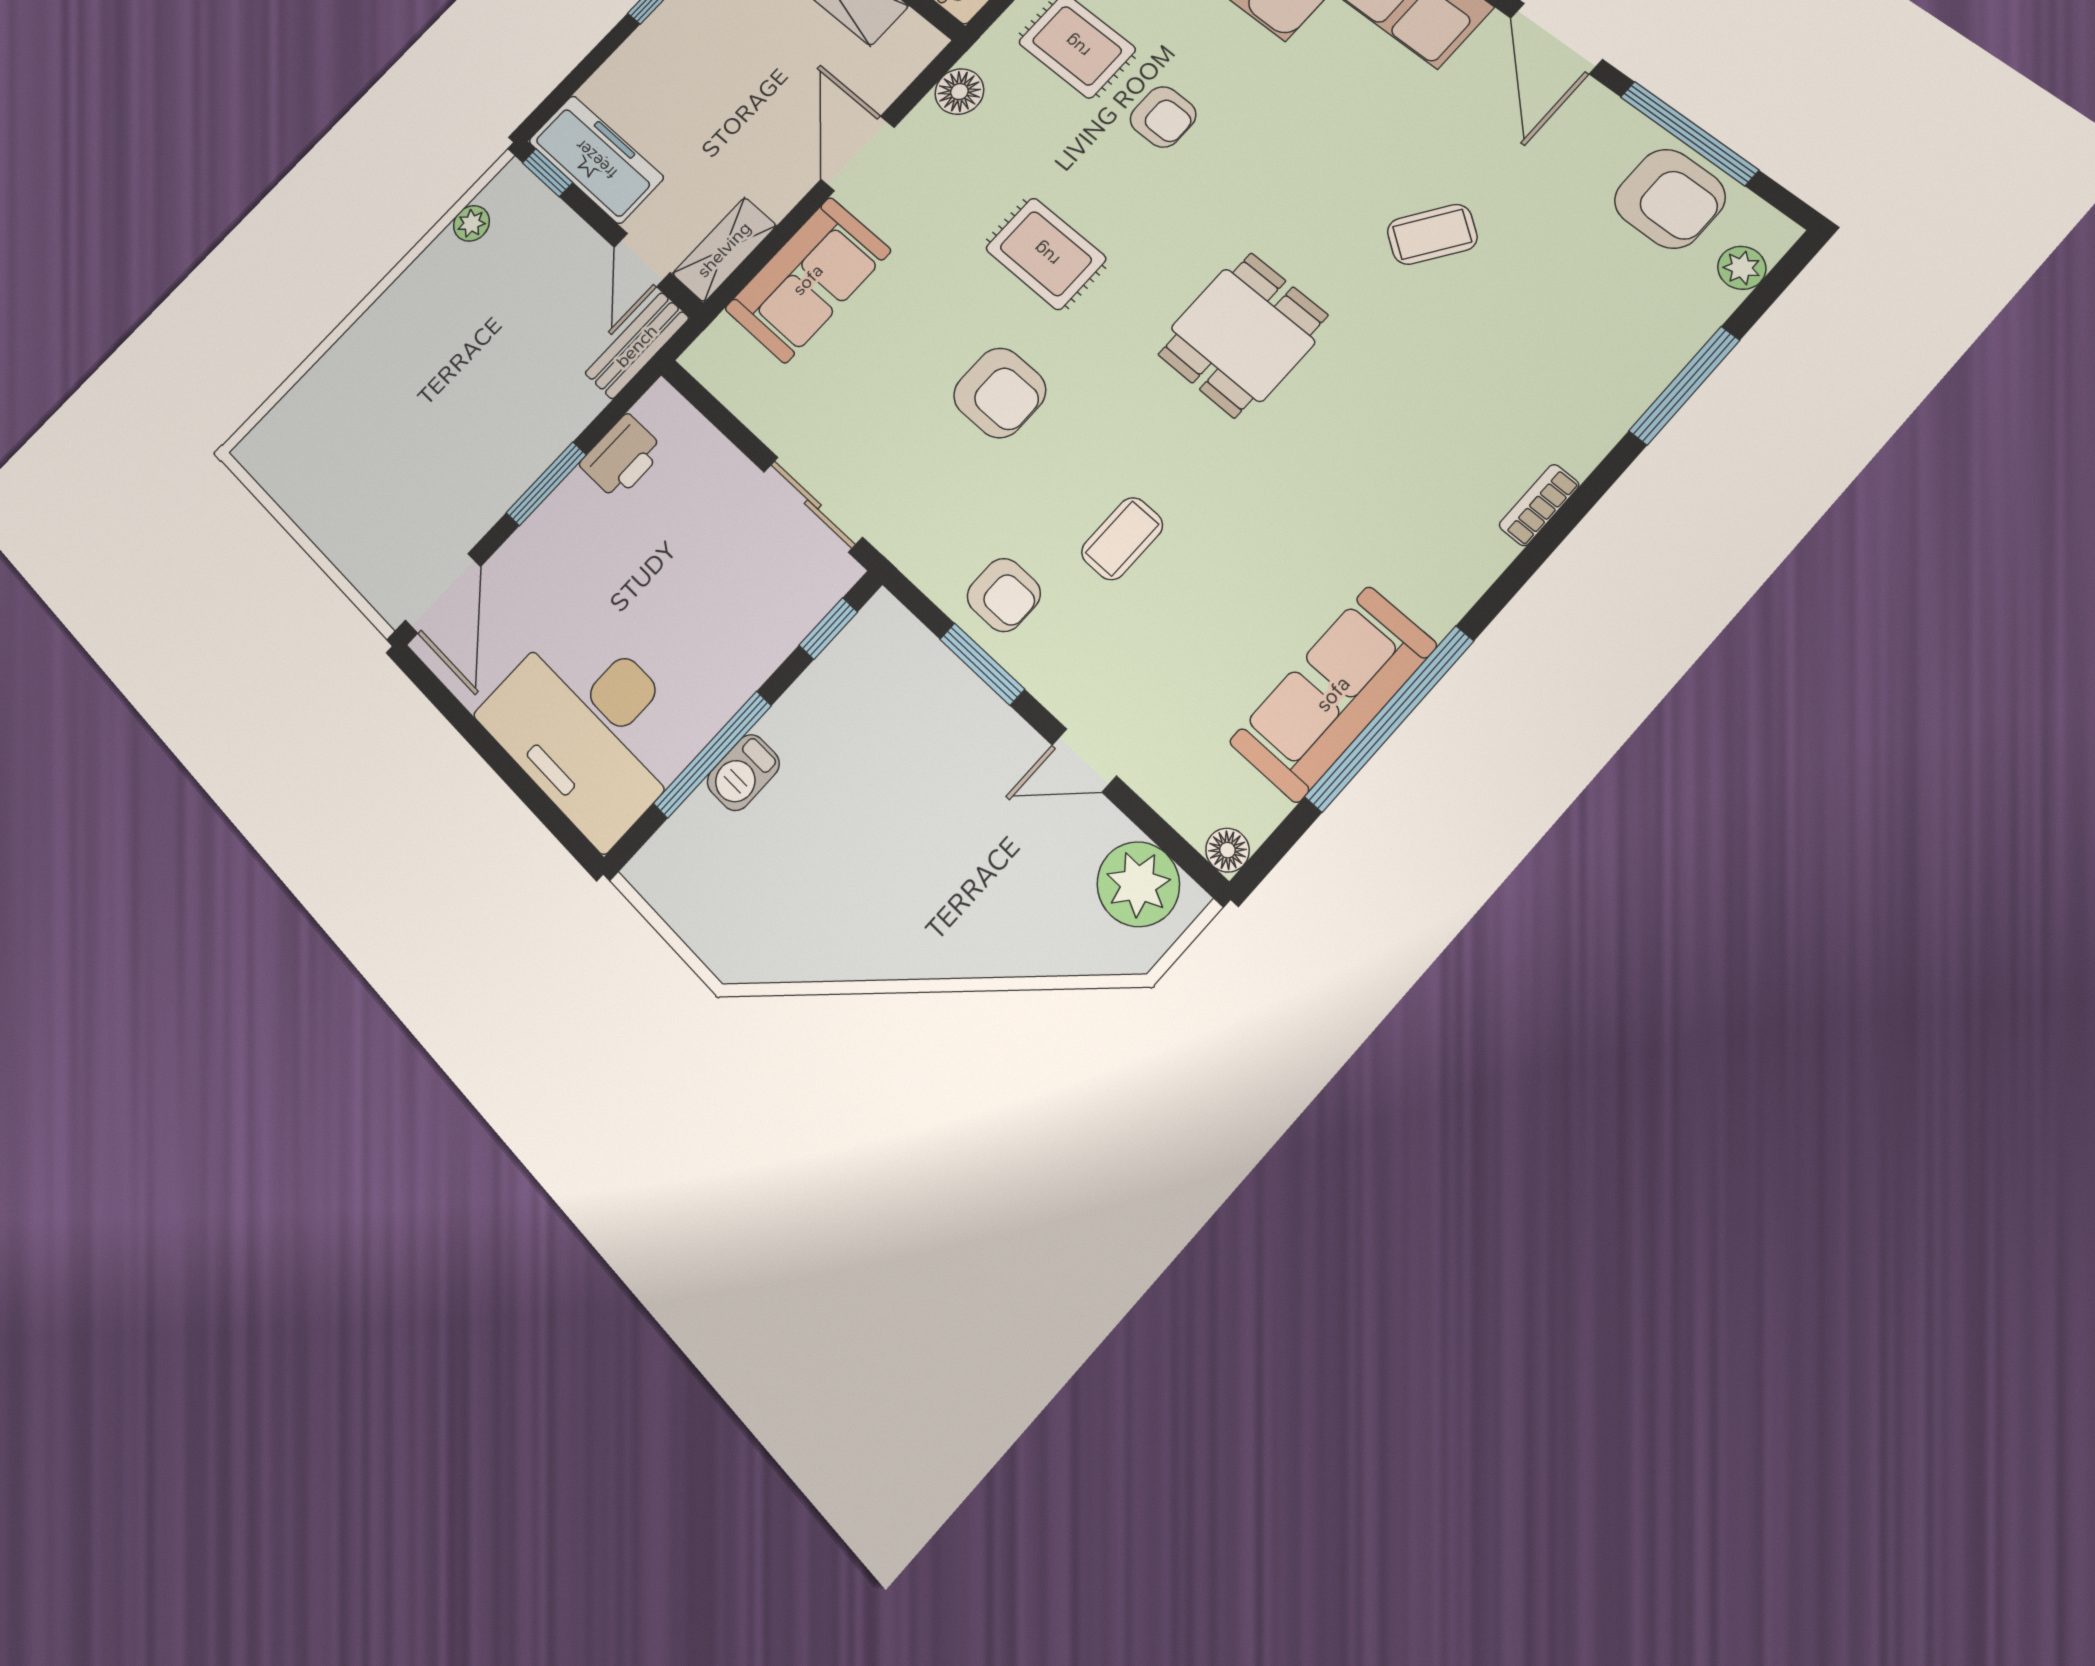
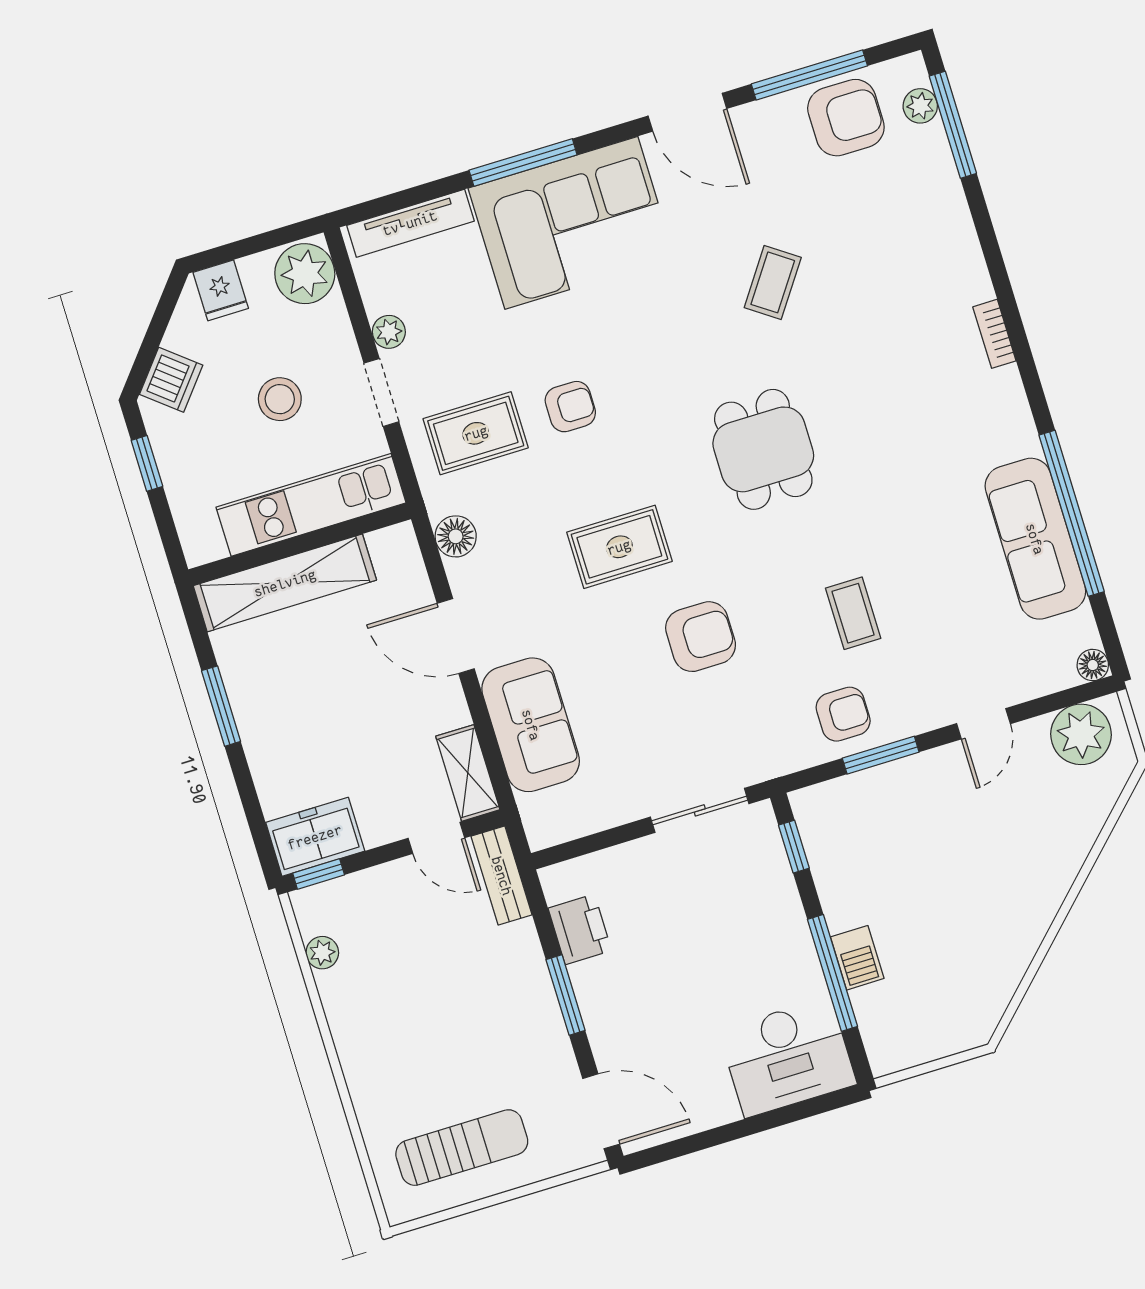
freezer: (596, 159) -> (315, 837), width x0.71
window: (1684, 386) -> (953, 125), moved
sun lounger: (340, 475) -> (462, 1148), added
desk: (590, 728) -> (788, 1057), width x0.73, depth x0.77

